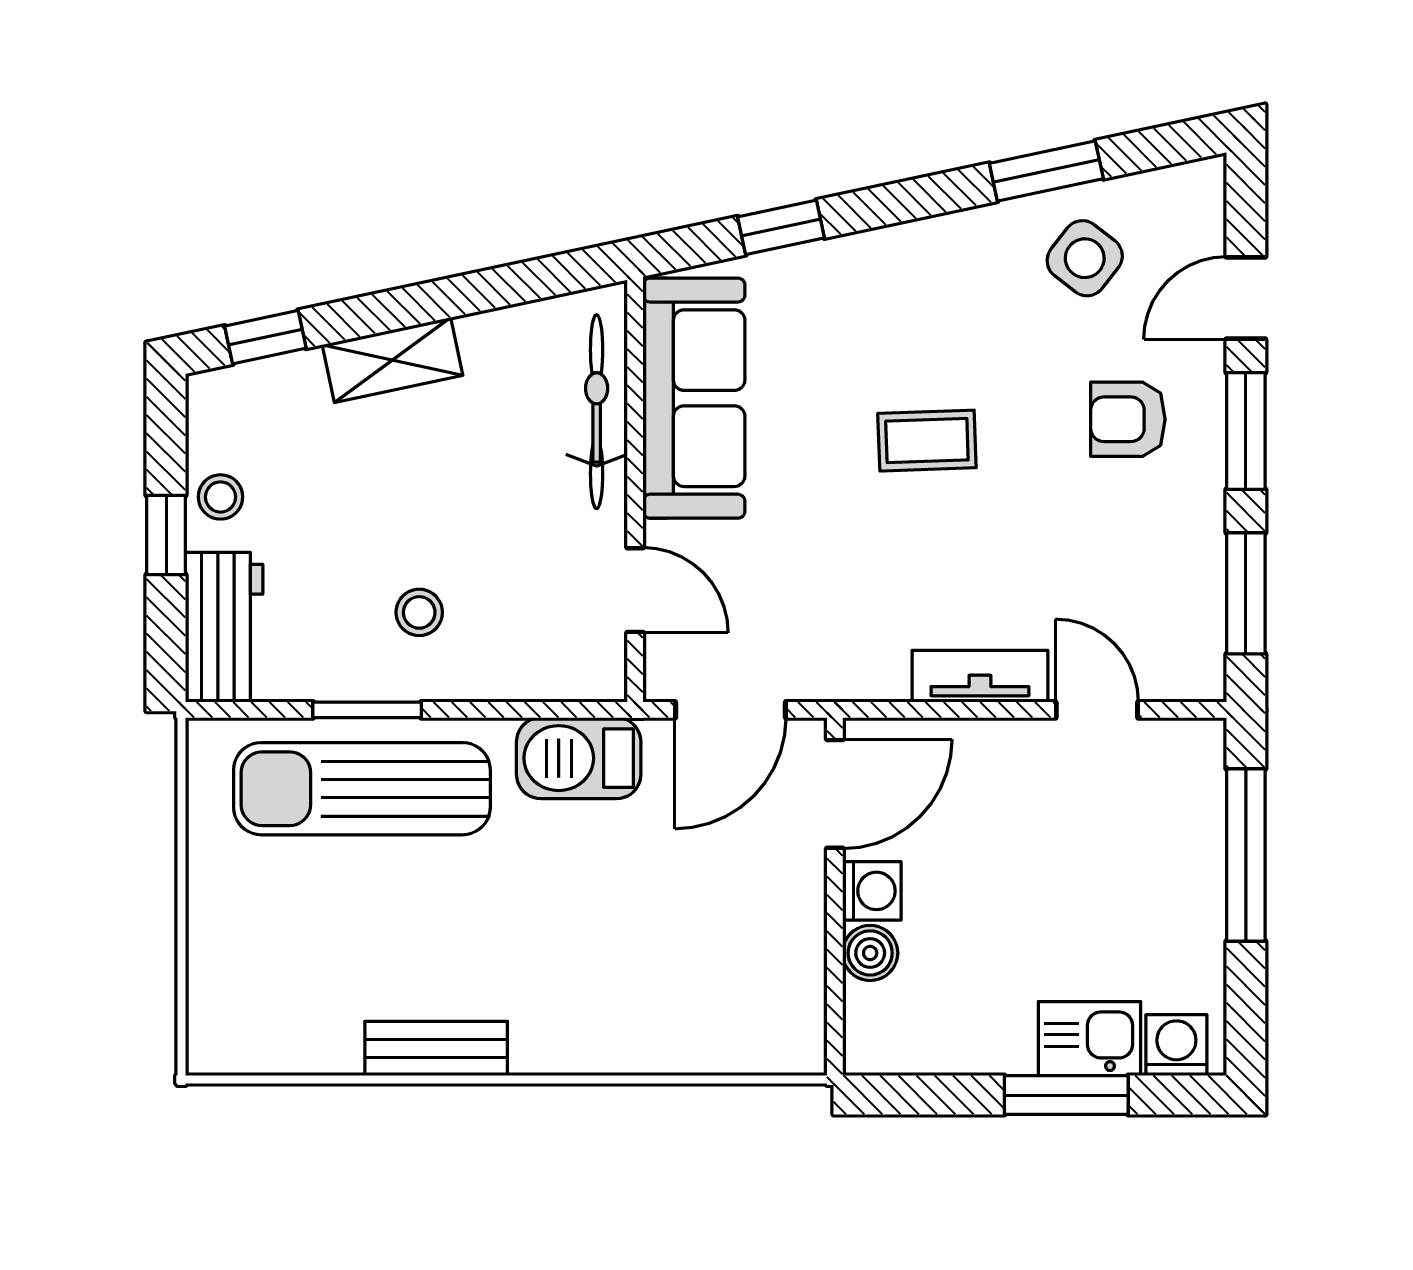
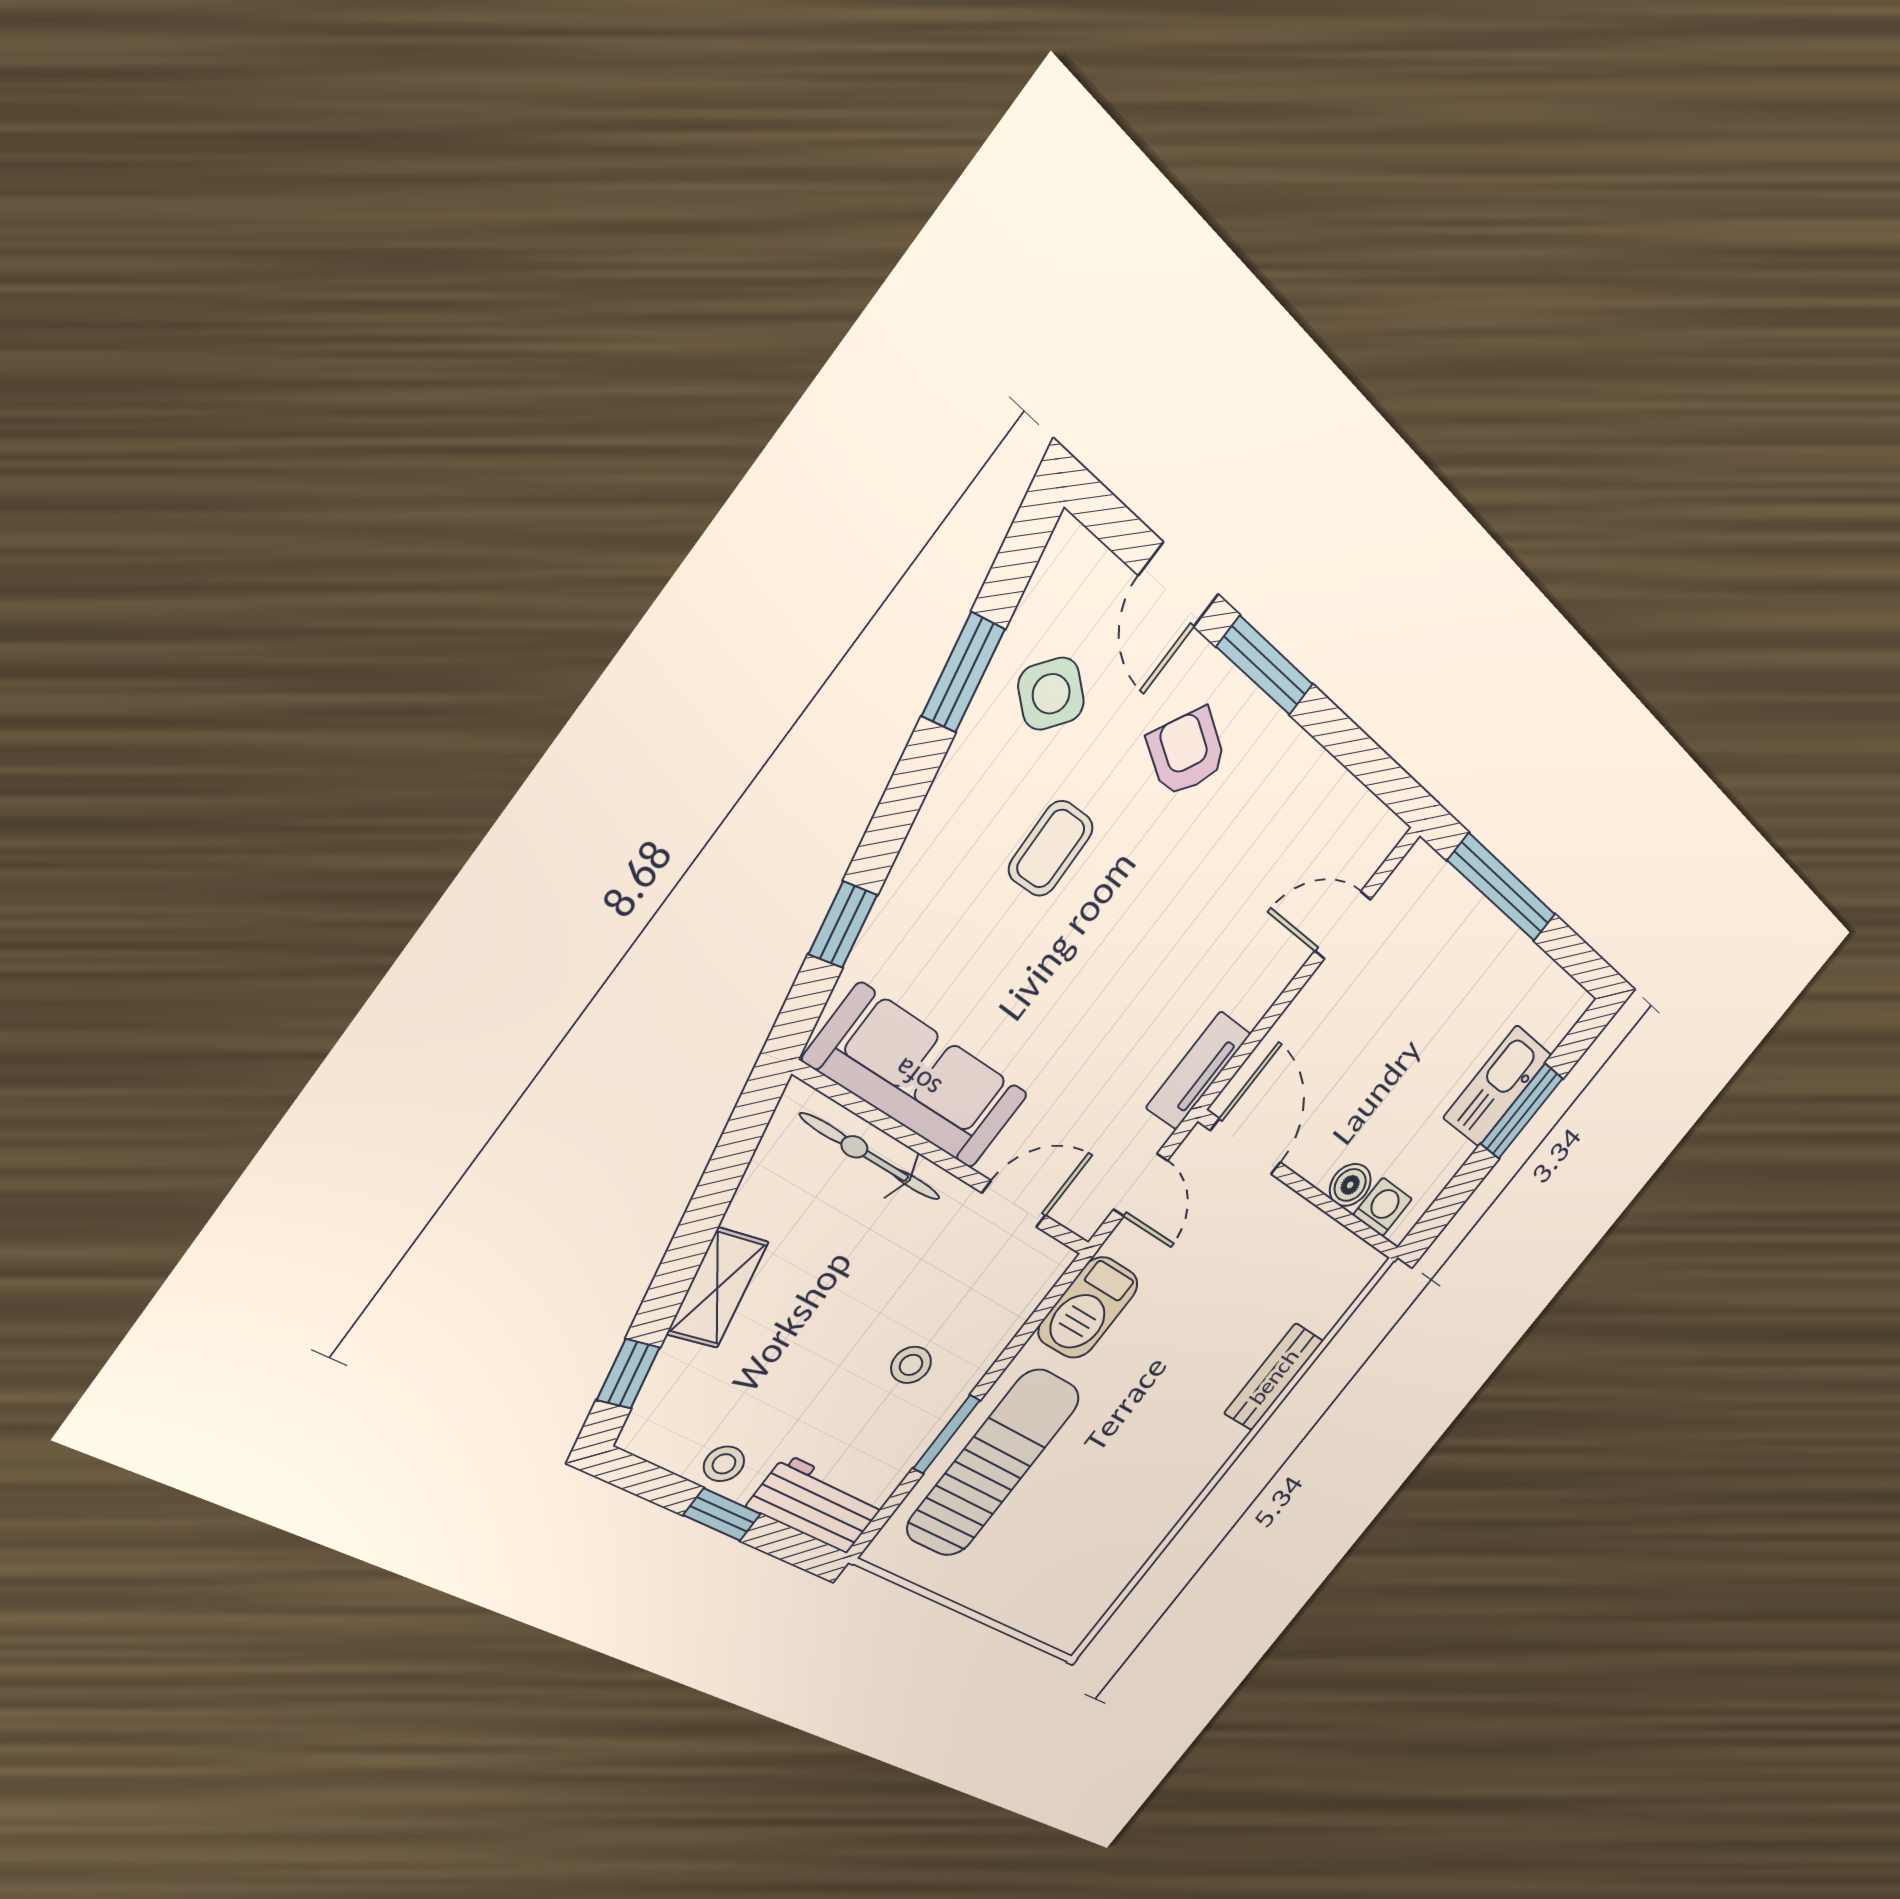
armchair: (1128, 419) -> (1187, 752), turned 119
coffee table: (927, 441) -> (1051, 849), moved
window: (1246, 593) -> (1362, 757), removed
tv unit: (980, 676) -> (1198, 1071), moved
door: (730, 710) -> (1140, 1185), width x0.73
sun lounger: (362, 789) -> (993, 1463), turned 180
washing machine: (872, 891) -> (1383, 1207), moved
kitchen sink: (1090, 1039) -> (1497, 1086), width x1.38
washing machine: (1176, 1045) -> (1556, 1019), removed
bench: (436, 1049) -> (1274, 1377), moved

